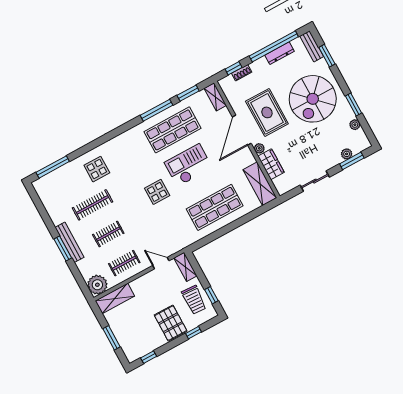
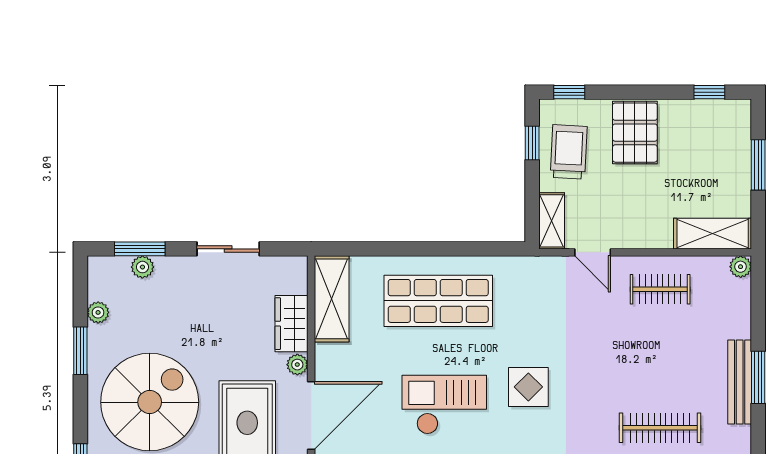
checkout: (188, 165) -> (444, 405), turned 180
clothes rail: (108, 234) -> (660, 358), removed
plant: (97, 285) -> (741, 267), width x0.53, depth x0.53
window: (193, 333) -> (569, 92), moved

